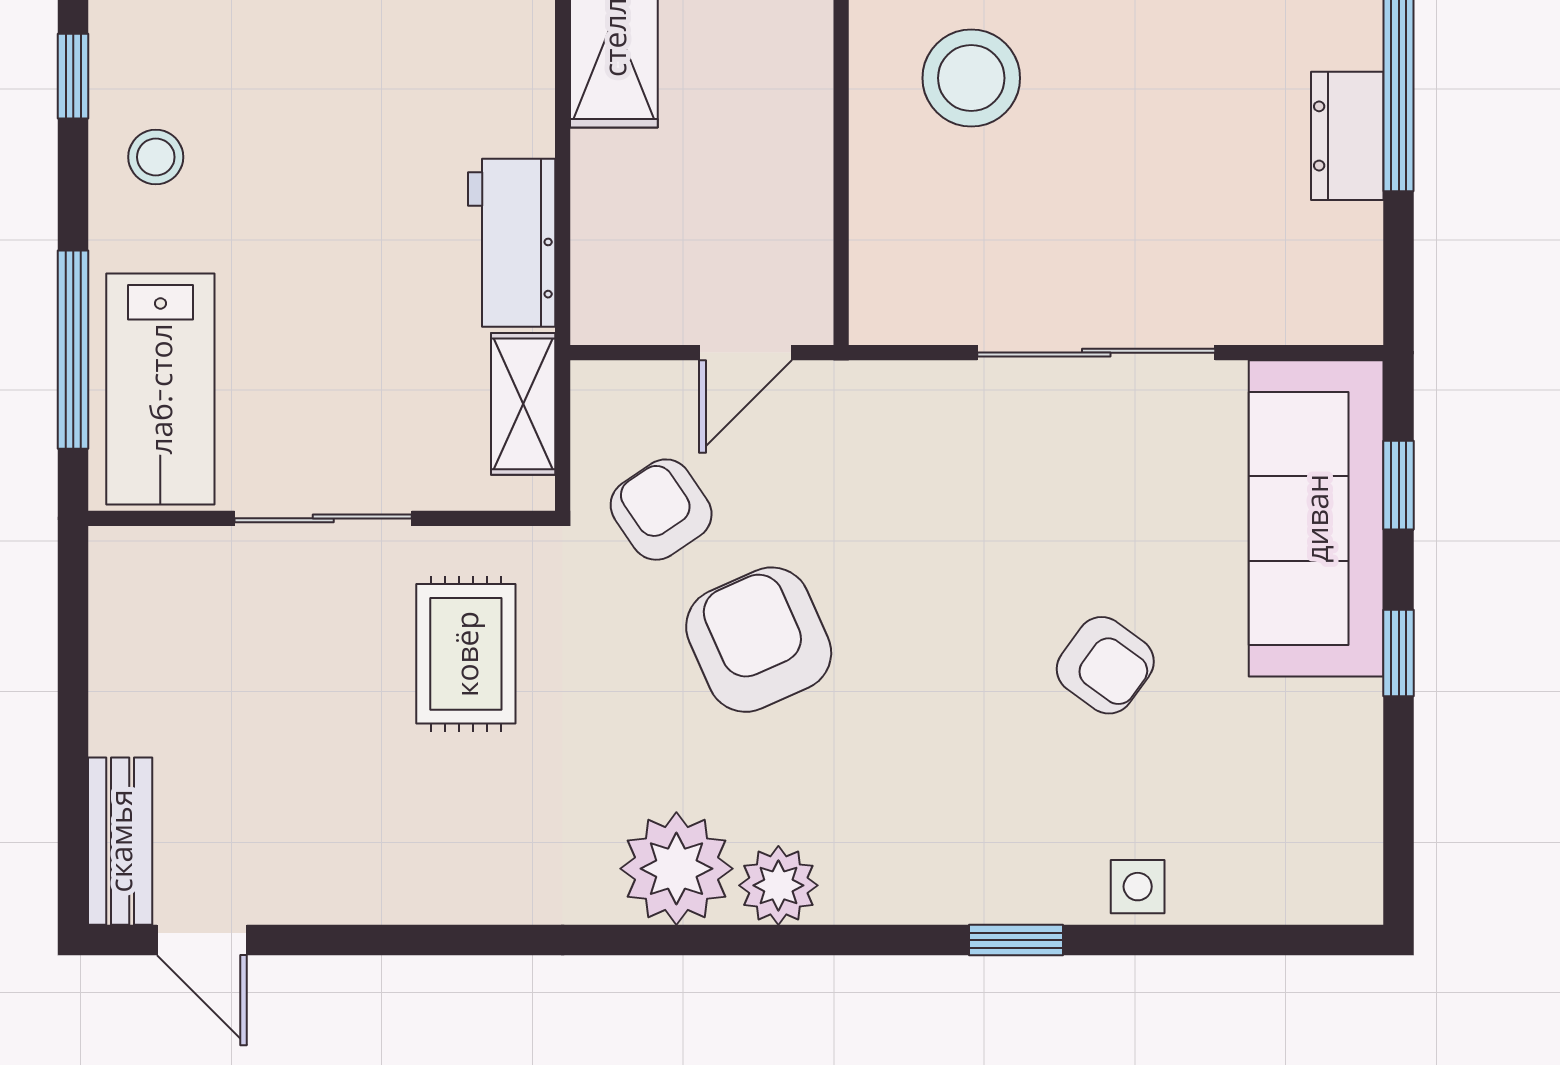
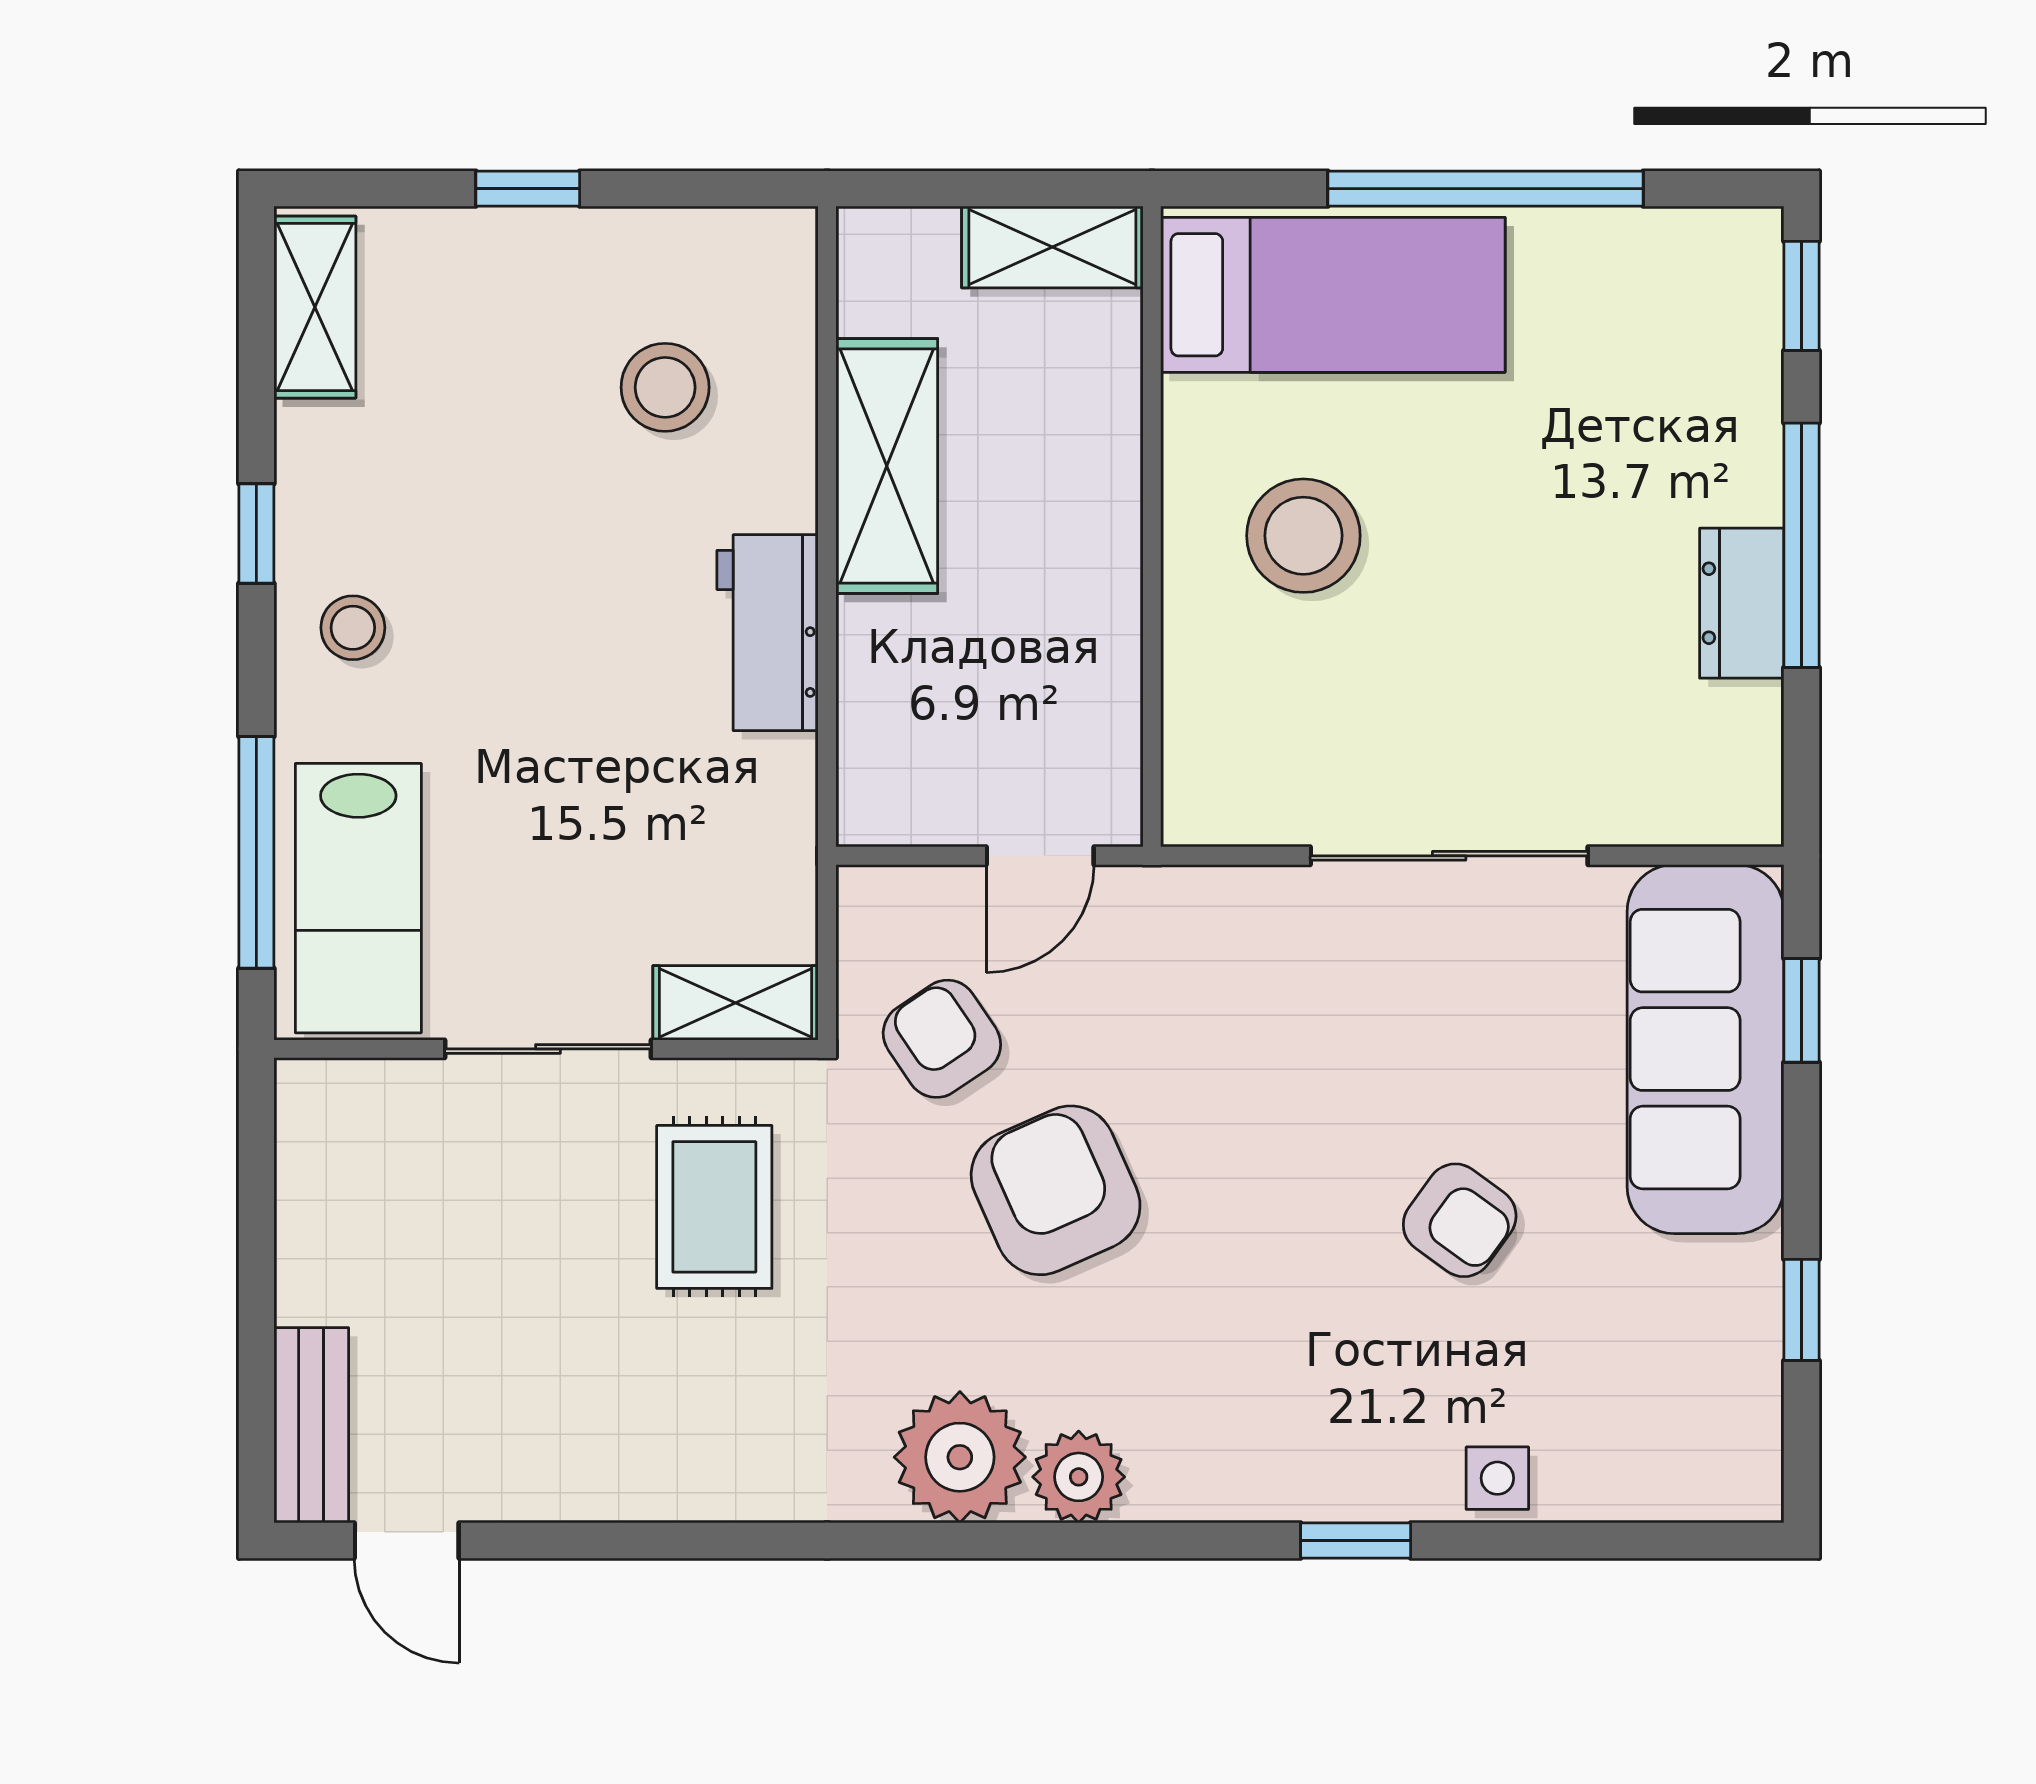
workbench: (512, 243) -> (768, 633), moved
shelving: (523, 404) -> (736, 1003), moved, turned 90
window: (1399, 653) -> (1801, 1310), moved

